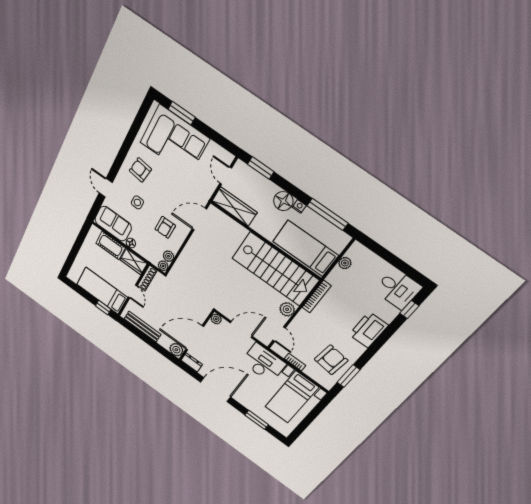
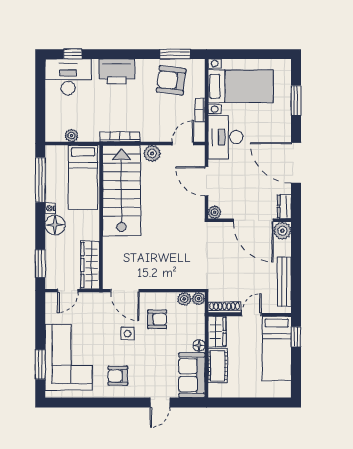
armchair: (140, 170) -> (118, 376), turned 82
side table: (137, 202) -> (128, 334), moved
desk: (398, 289) -> (68, 77), width x1.37

